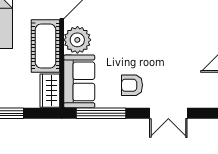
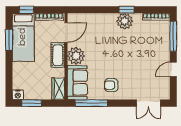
cot: (46, 46) -> (58, 55), width x0.73, depth x0.75
double door: (168, 113) -> (148, 103), moved

